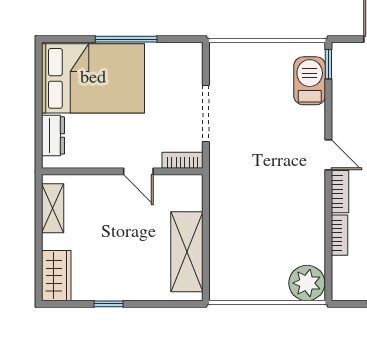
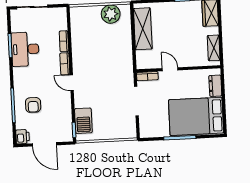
plant: (307, 283) -> (111, 14), moved

